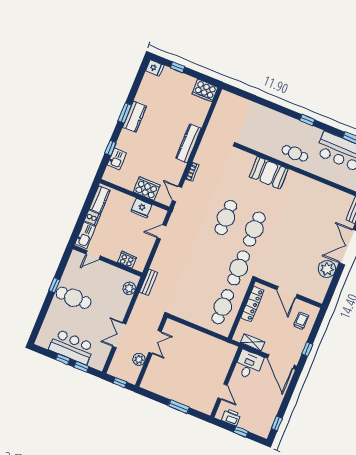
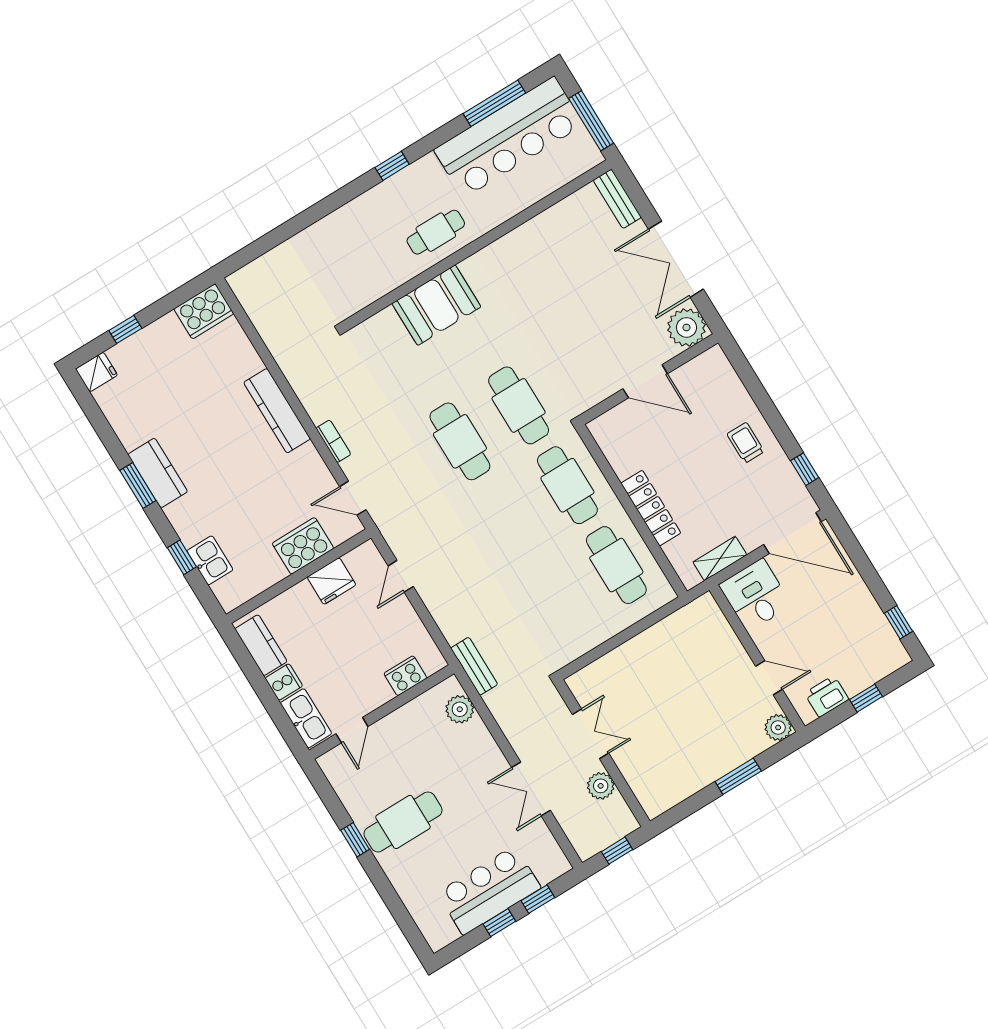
door: (287, 292) -> (645, 381), moved
wall: (289, 293) -> (649, 379), moved
plant: (207, 408) -> (778, 728), added

